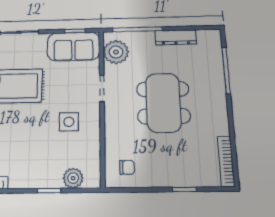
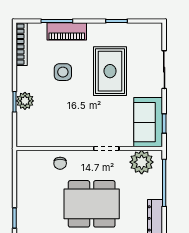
side table: (69, 122) -> (63, 72), moved
chair: (127, 167) -> (60, 163), moved
plant: (73, 178) -> (25, 101), moved

